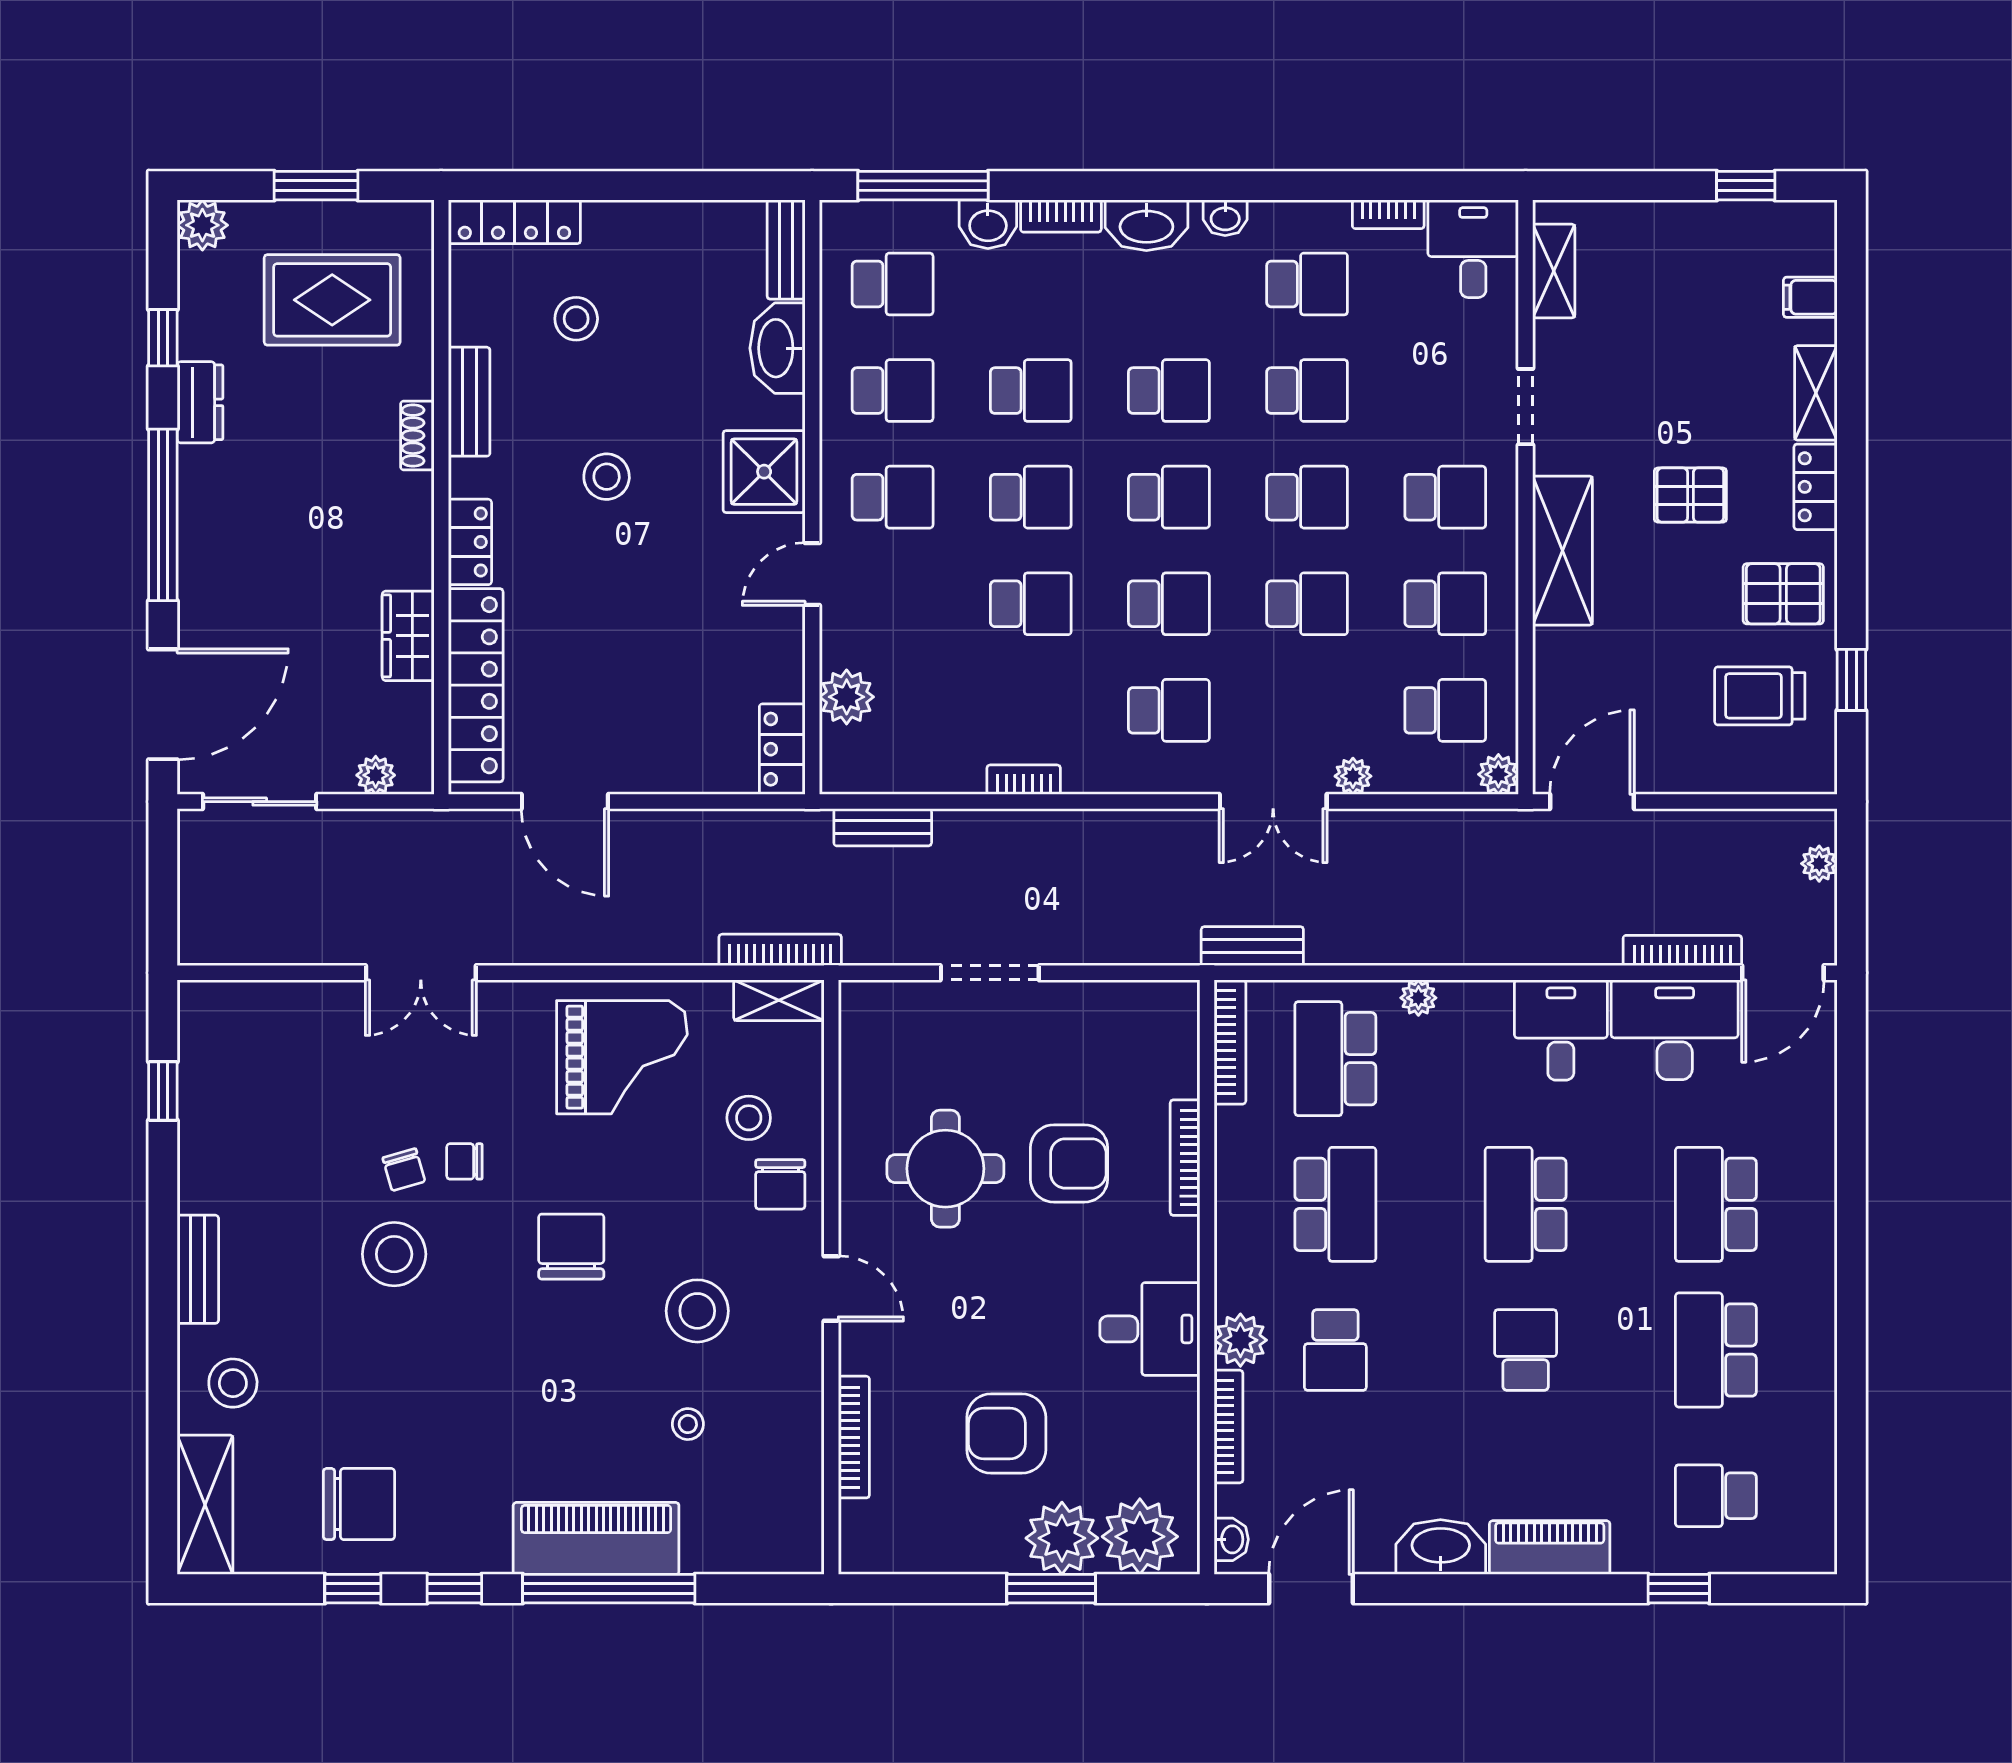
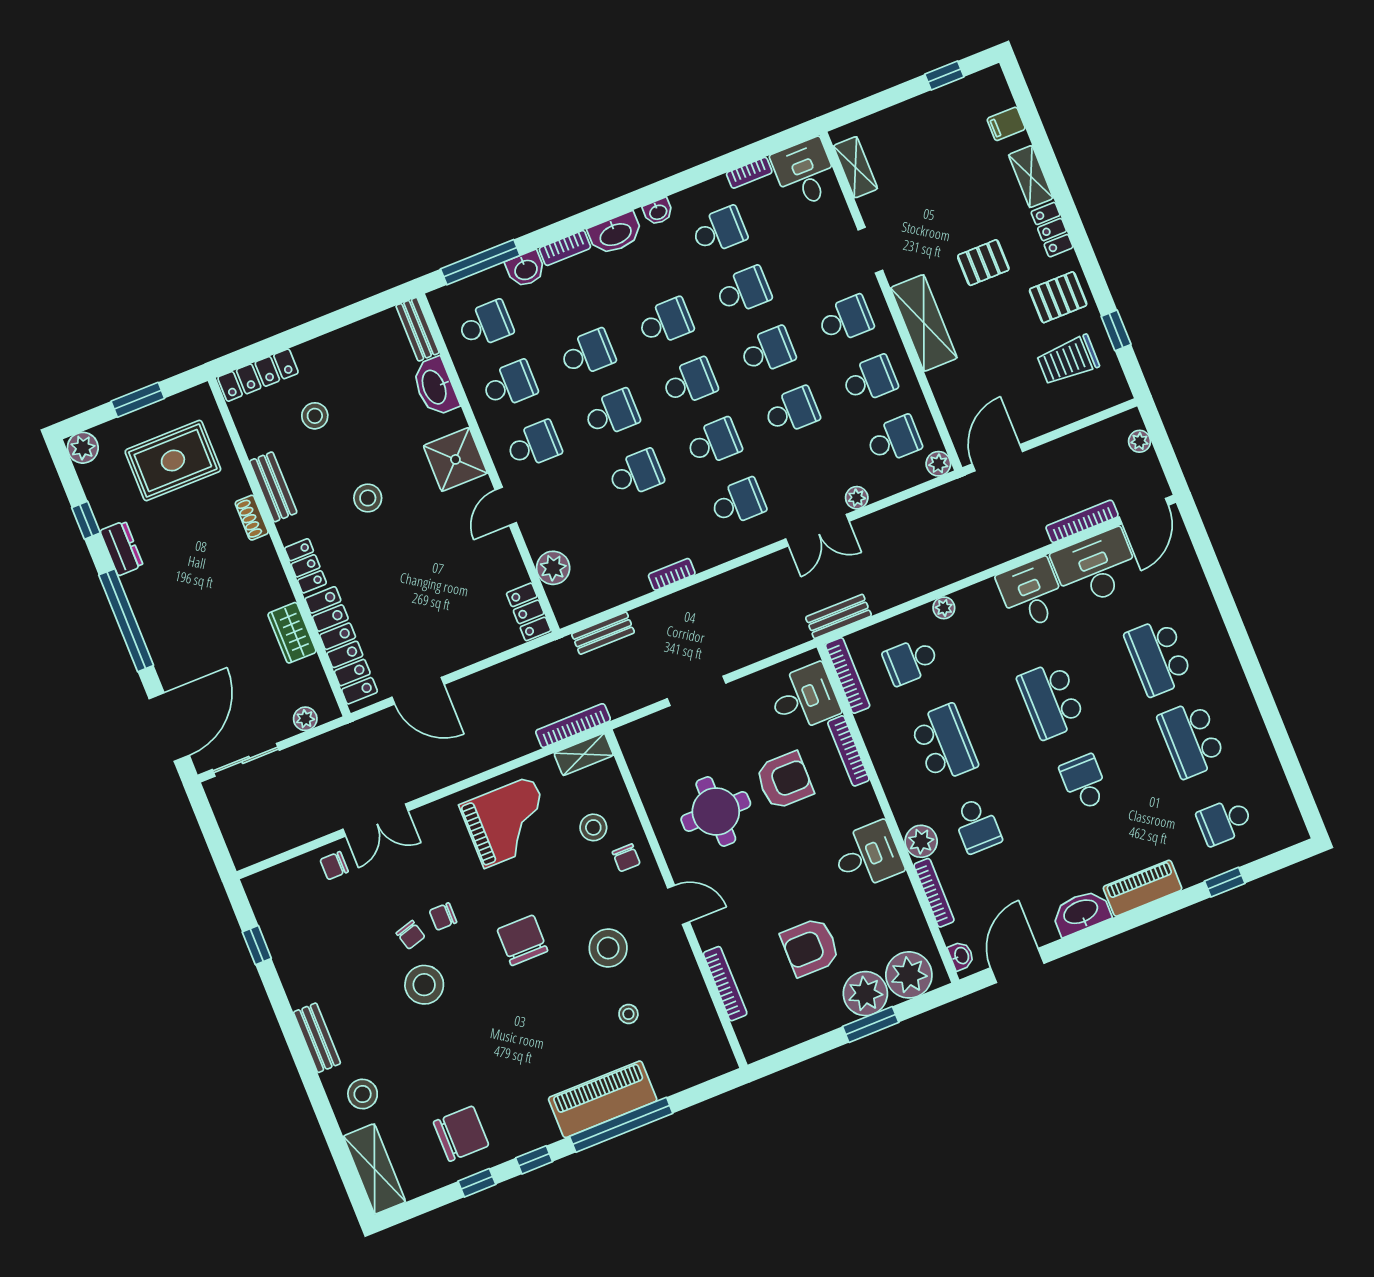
chair: (330, 1017) -> (334, 866), added
desk: (1149, 1049) -> (804, 698), added
school desk: (1335, 1059) -> (911, 661), width x0.54
chair: (780, 1184) -> (626, 858), width x0.73, depth x0.73

